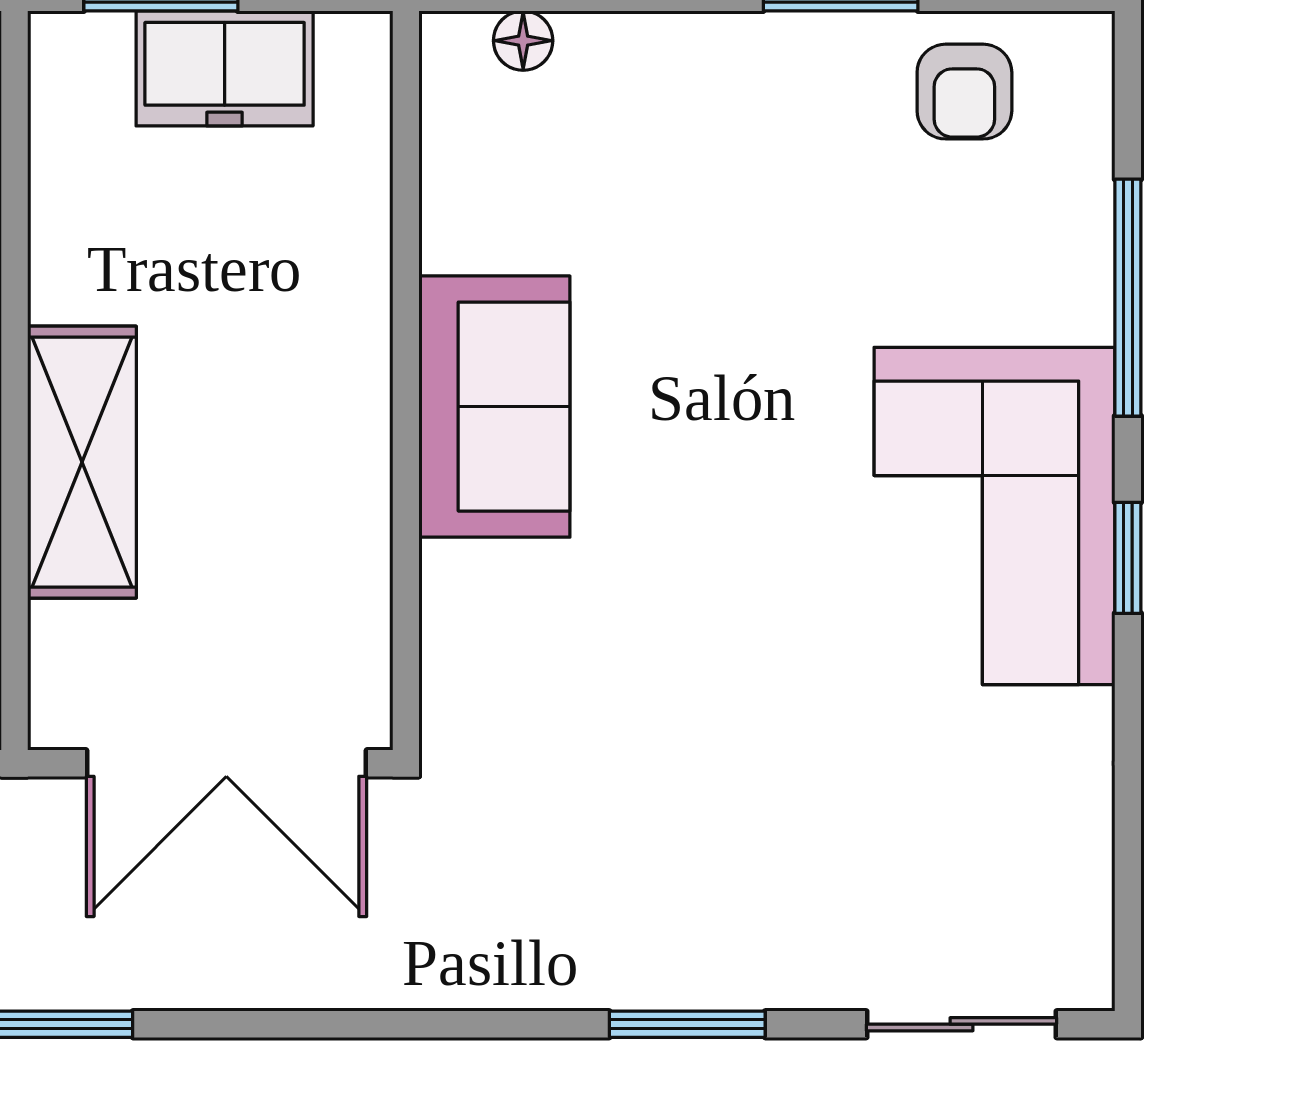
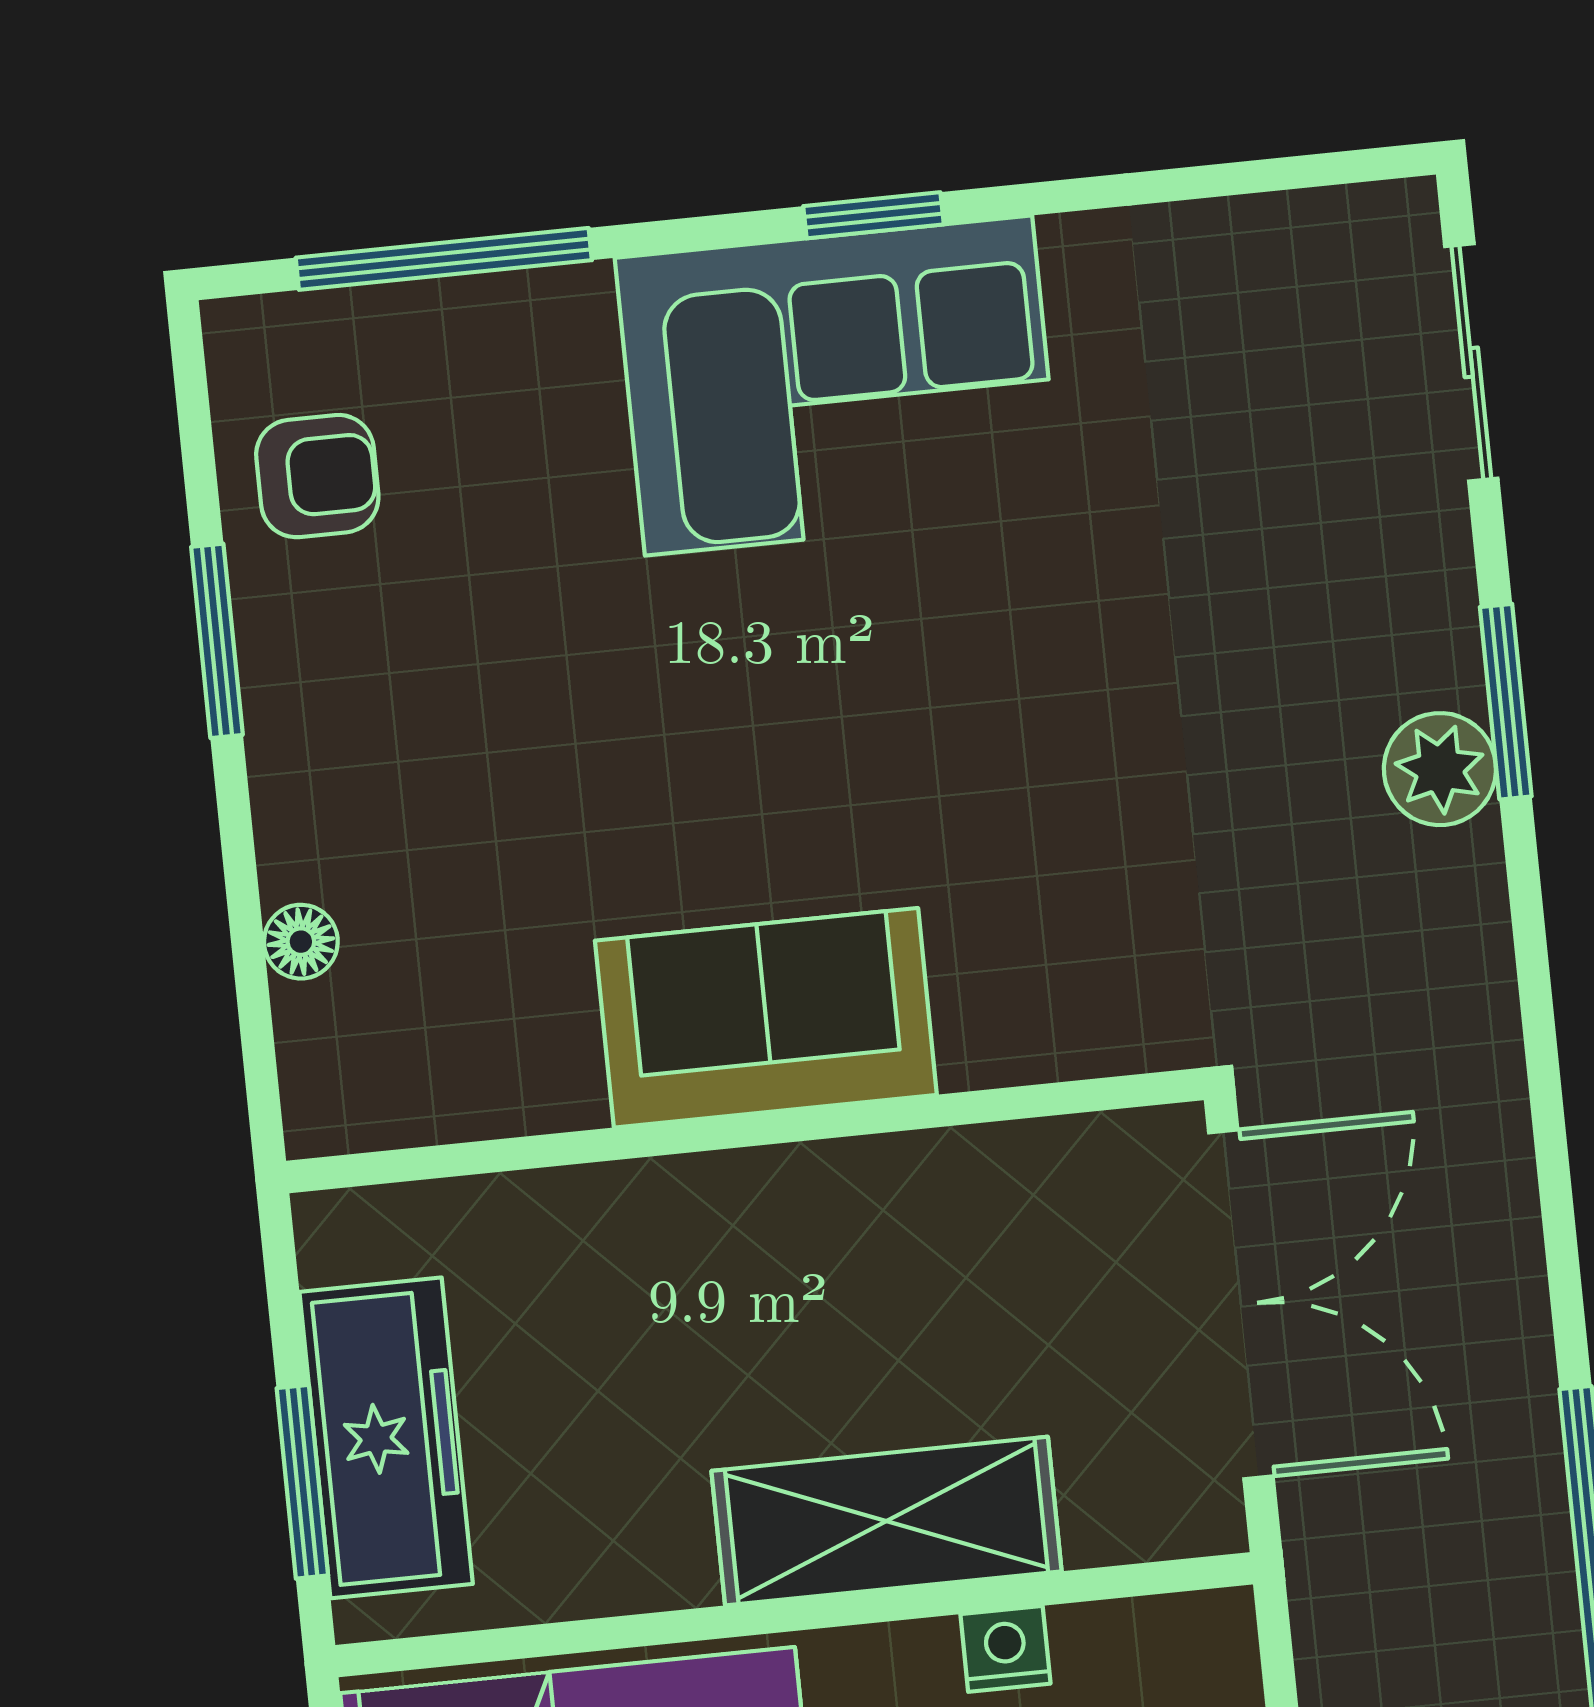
floor lamp: (523, 41) -> (301, 942), moved
freezer: (225, 68) -> (386, 1438), width x1.40
window: (1128, 298) -> (444, 259), moved
plant: (639, 966) -> (1440, 769), added

